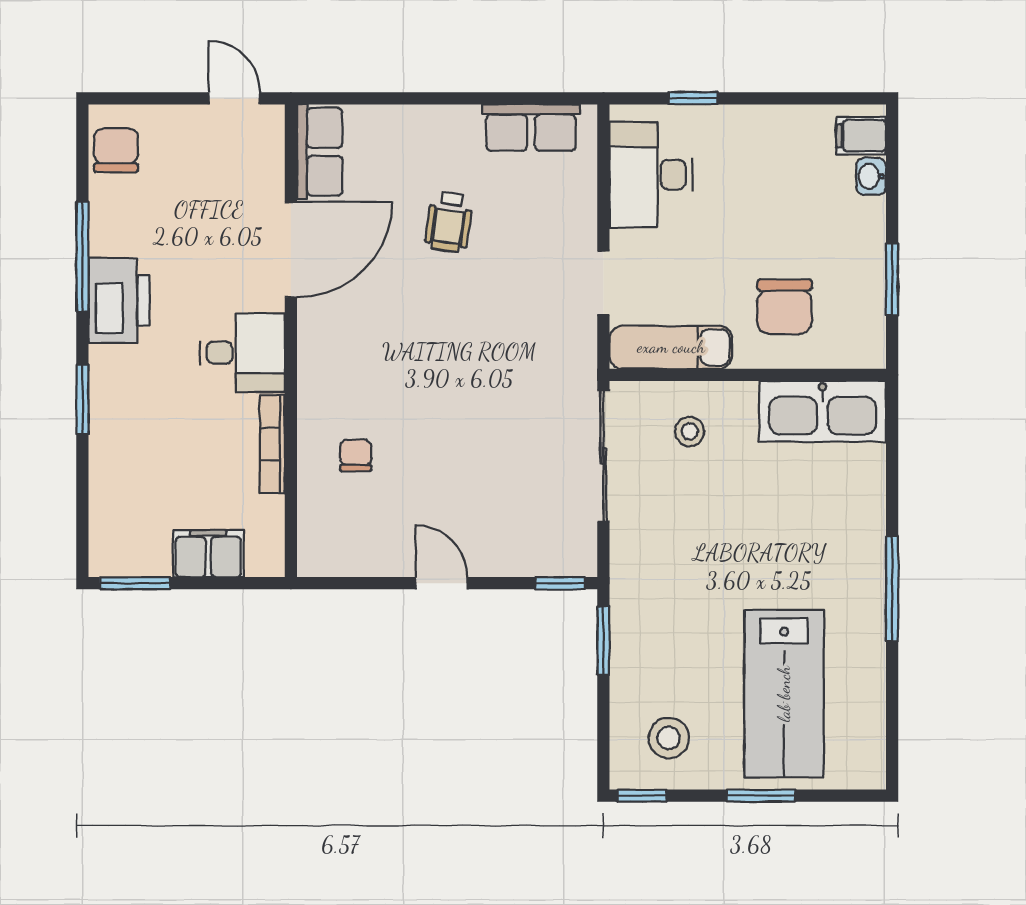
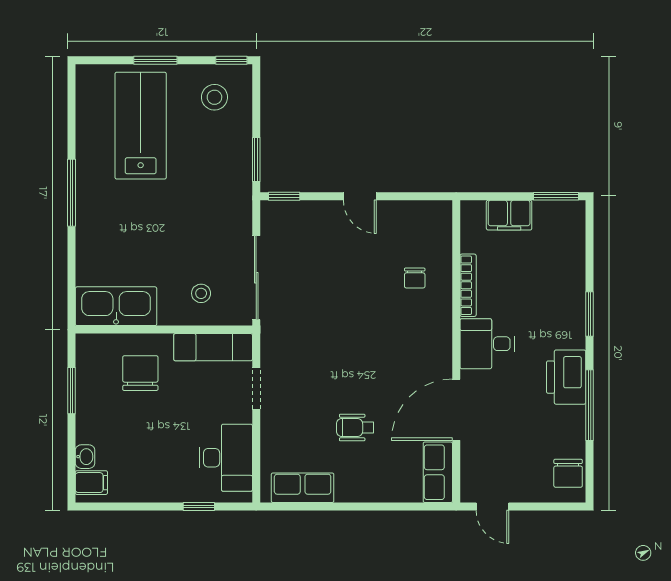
wheelchair: (449, 222) -> (355, 428), turned -98

